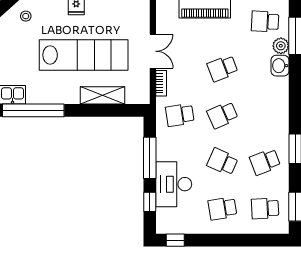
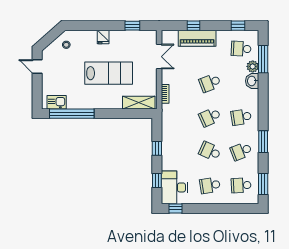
double door: (153, 51) -> (159, 57), moved
lab bench: (84, 55) -> (109, 73), width x0.73
shelving: (103, 95) -> (139, 103), moved
school desk: (180, 115) -> (241, 117), moved
window: (150, 158) -> (157, 148), width x0.46
desk: (174, 184) -> (174, 187), moved

